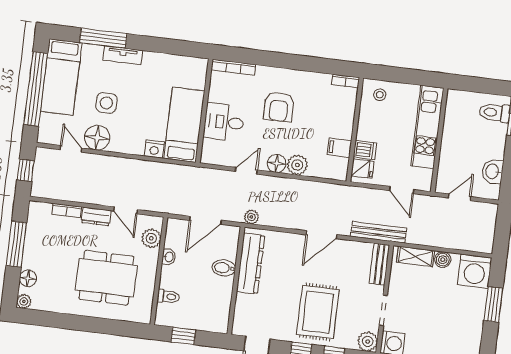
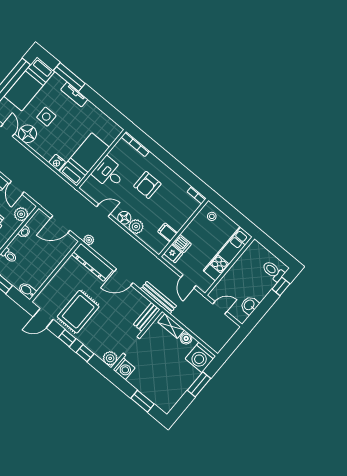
dresser: (251, 263) -> (92, 262), moved, turned 90
bidet: (224, 268) -> (27, 290), moved
rug: (318, 312) -> (78, 312), moved

